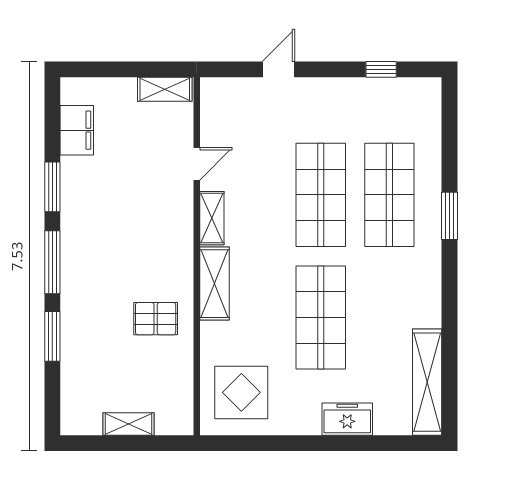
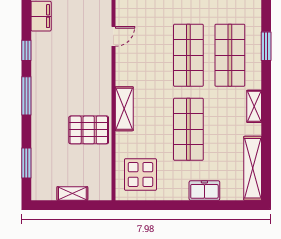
window: (52, 187) -> (26, 50), width x0.67
window: (450, 216) -> (266, 46), moved
shelving: (212, 218) -> (254, 106), moved
pallet: (156, 319) -> (89, 130), width x1.50, depth x1.42
window: (52, 336) -> (26, 163), moved

